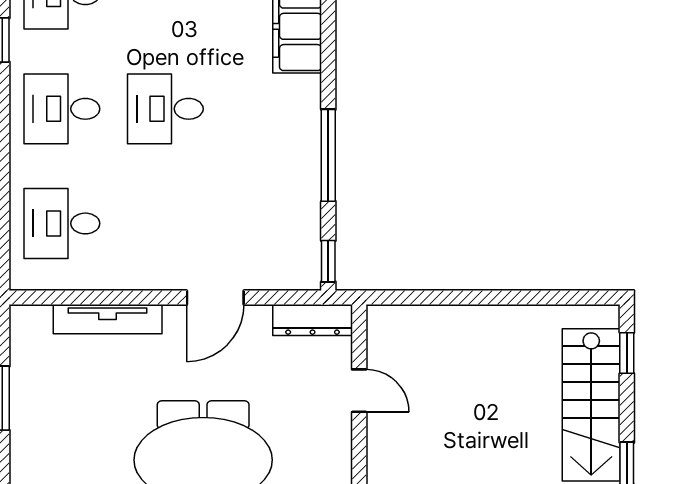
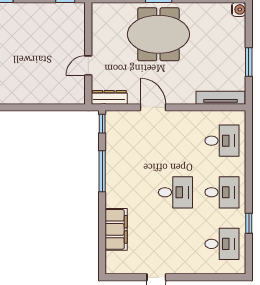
door: (215, 298) -> (153, 107), hinge flipped
tv unit: (108, 319) -> (220, 98), moved
door: (359, 391) -> (88, 65), hinge flipped

